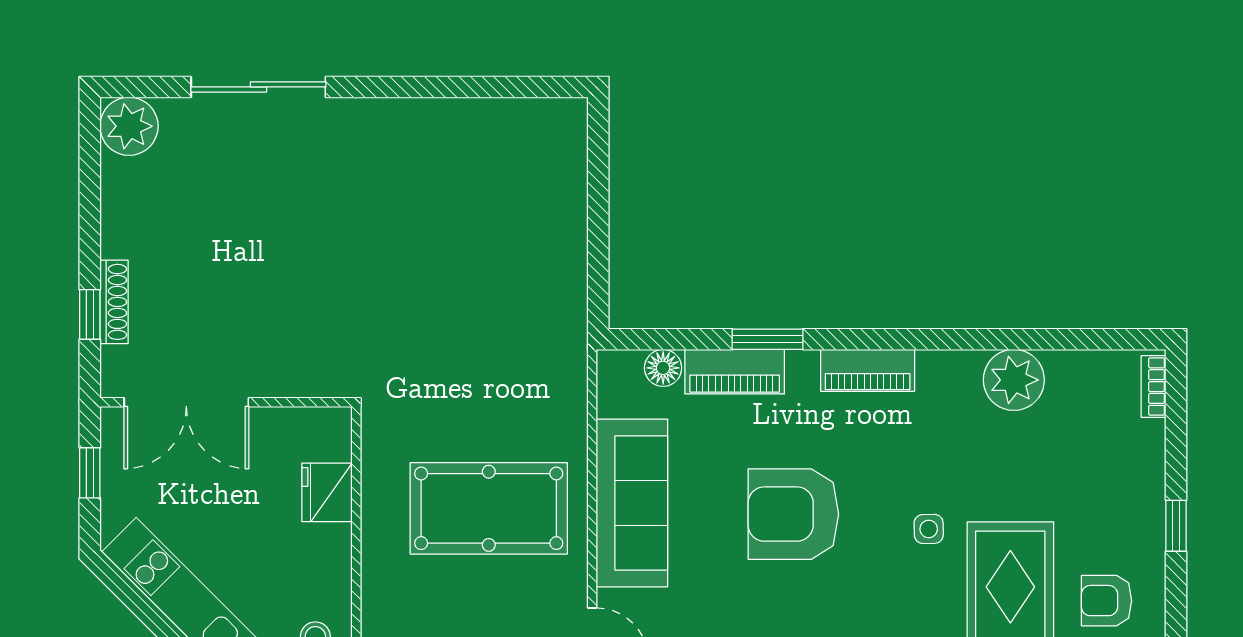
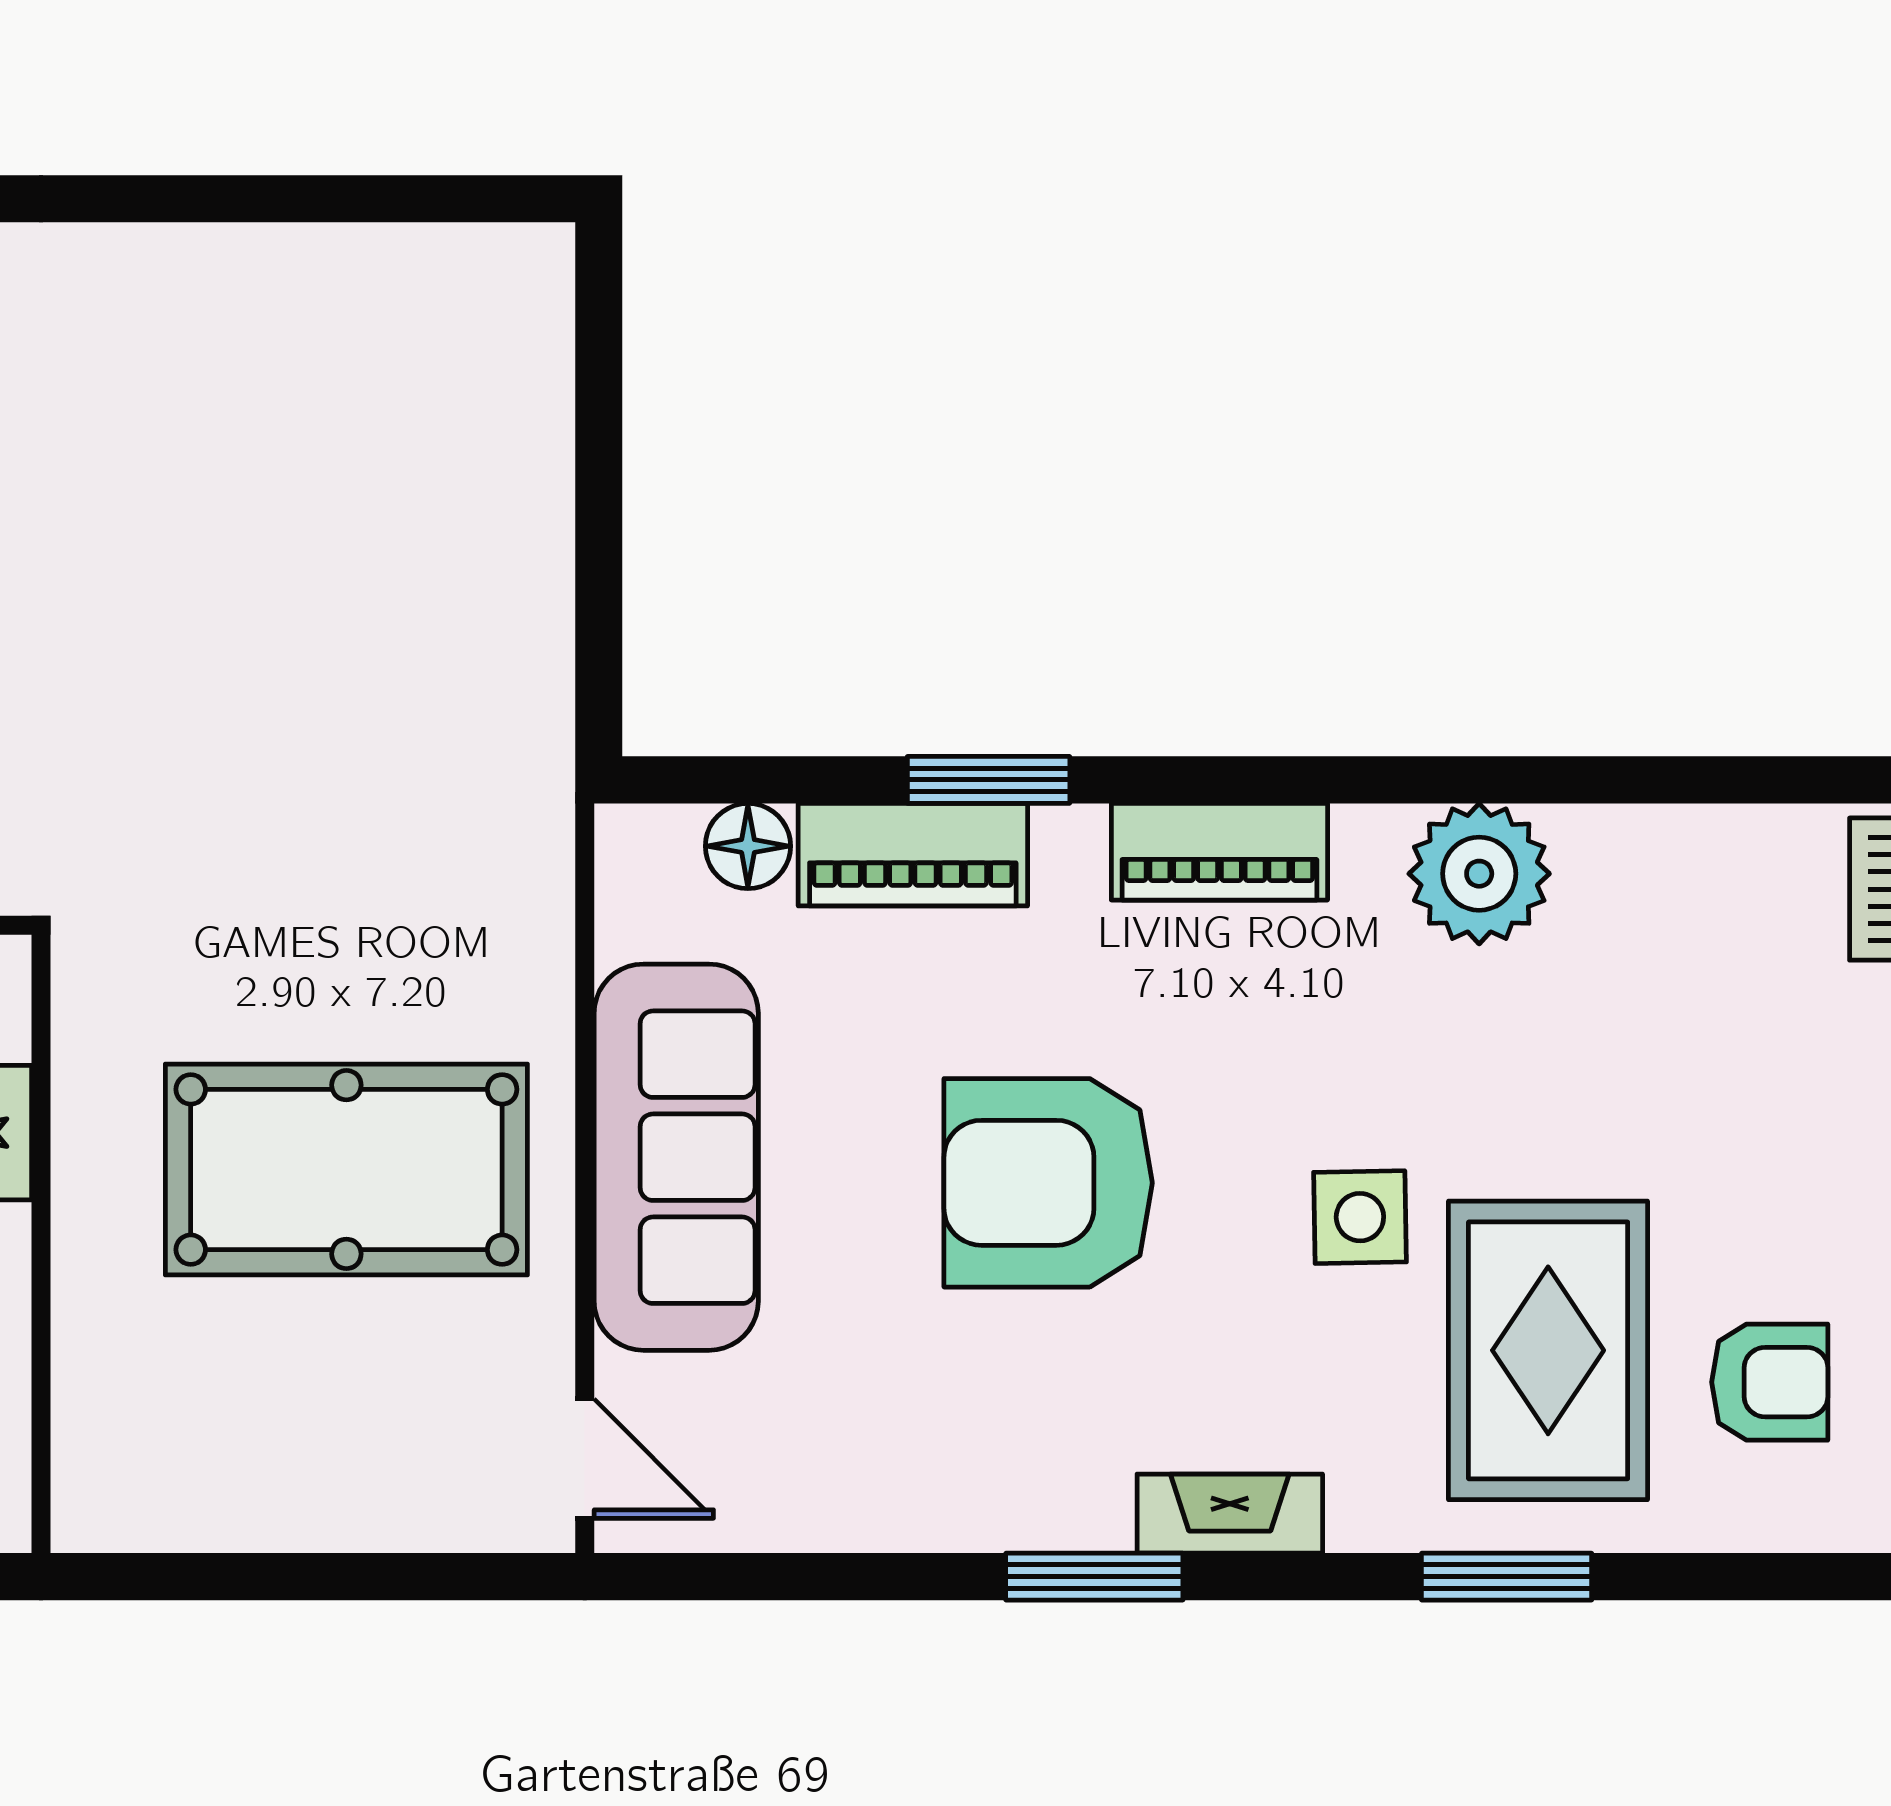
plant: (1014, 380) -> (1479, 874), moved
side table: (929, 529) -> (1360, 1217), width x1.37, depth x1.37
armchair: (1107, 601) -> (1770, 1382), turned 180

